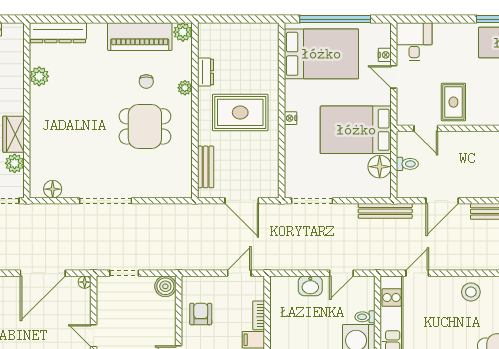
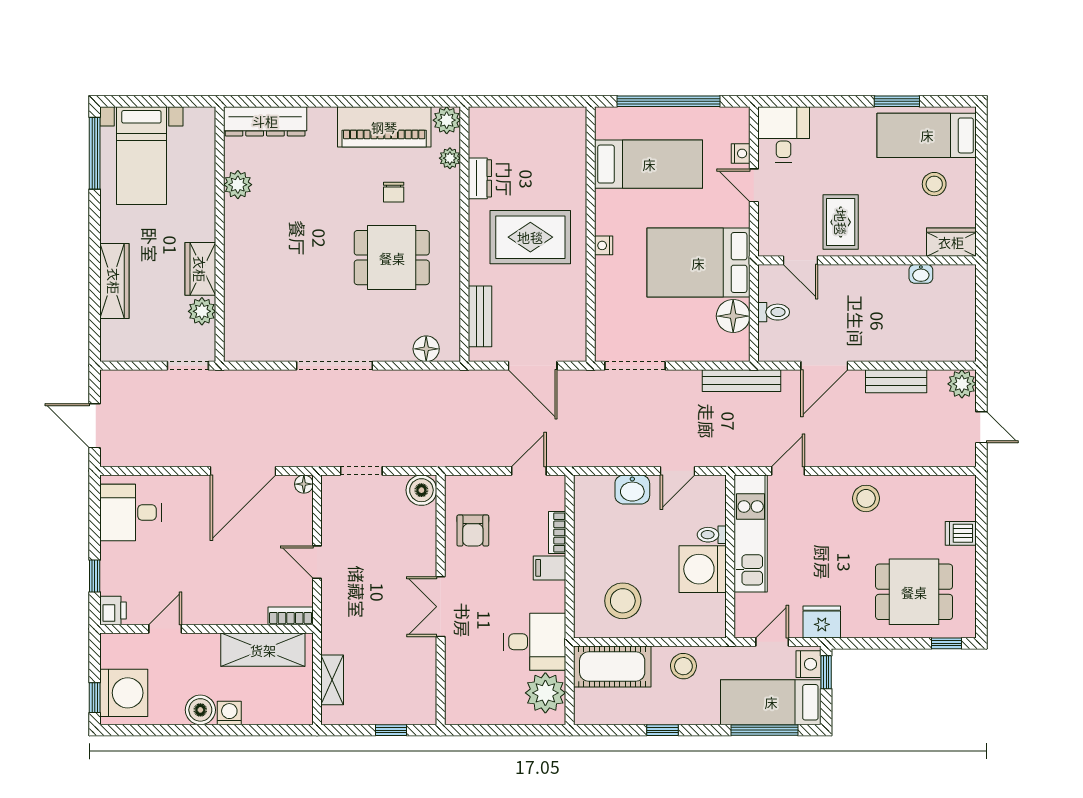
bed: (321, 54) -> (649, 164), width x0.67
plant: (185, 88) -> (450, 158), moved
floor lamp: (53, 189) -> (426, 349), moved
armchair: (201, 314) -> (473, 531), turned 180

